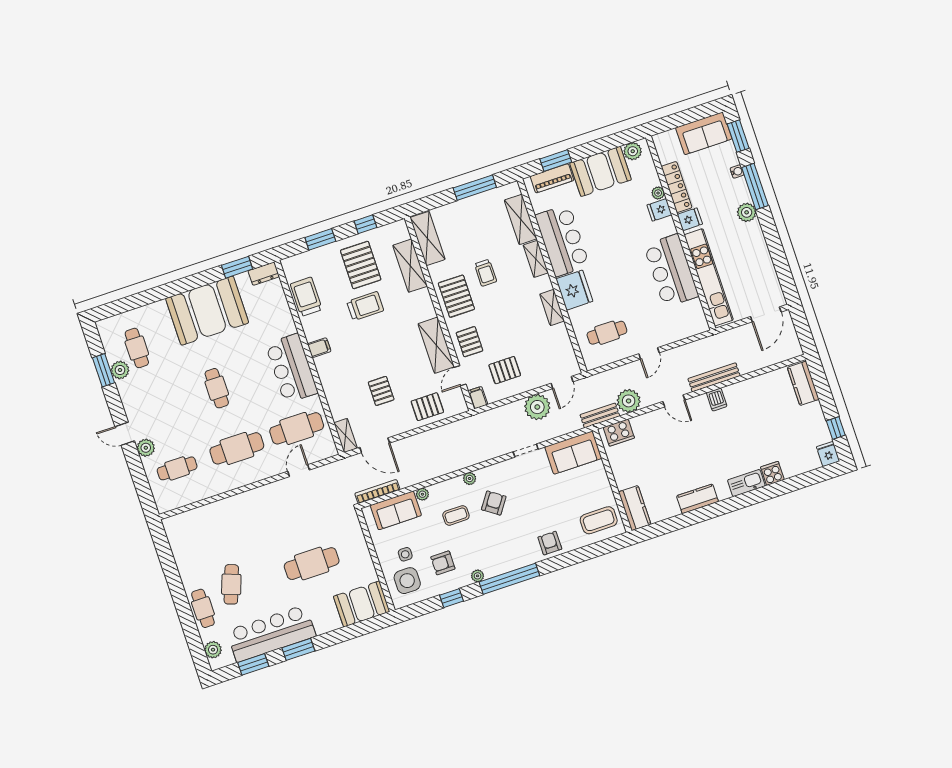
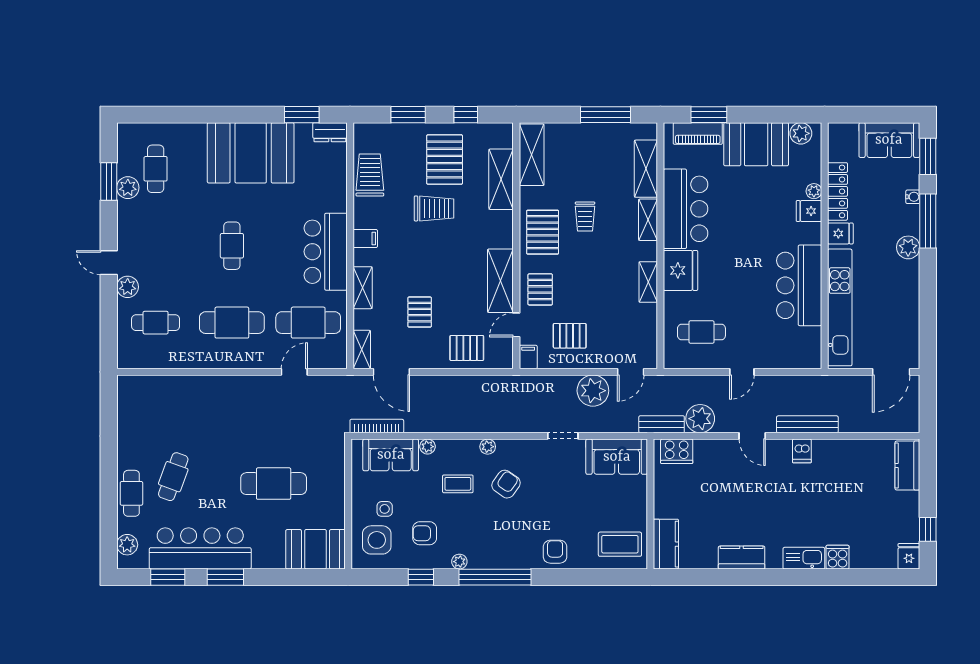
shelving: (330, 387) -> (363, 288), added

